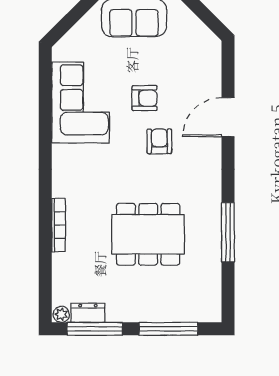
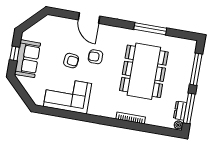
armchair: (145, 98) -> (71, 61), turned 96
dining table: (148, 234) -> (144, 71), width x1.36, depth x1.24

